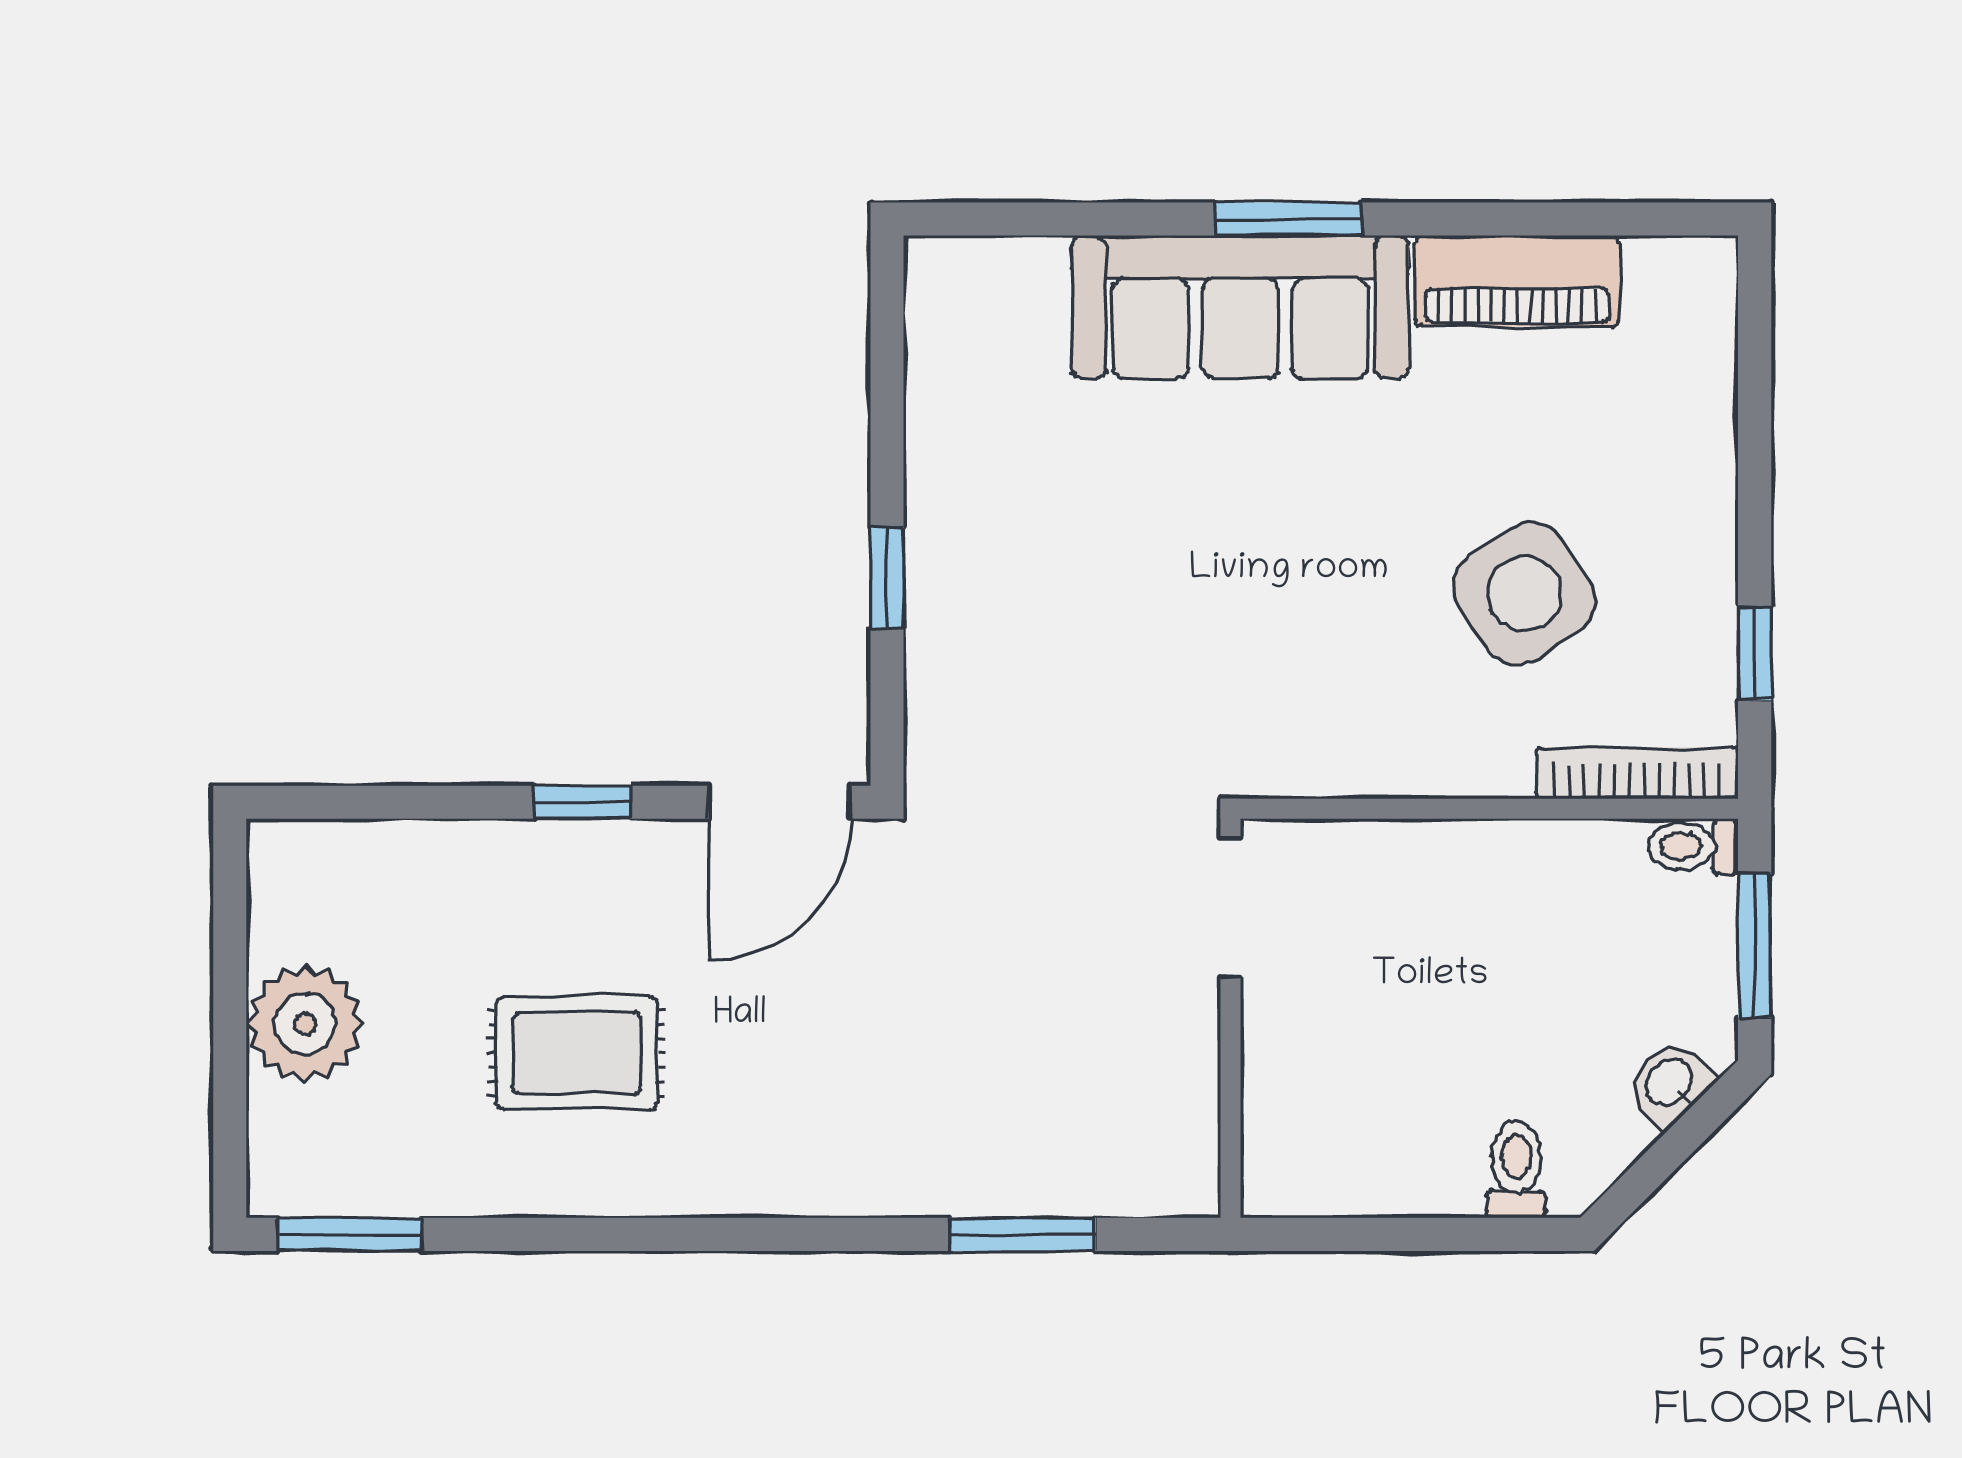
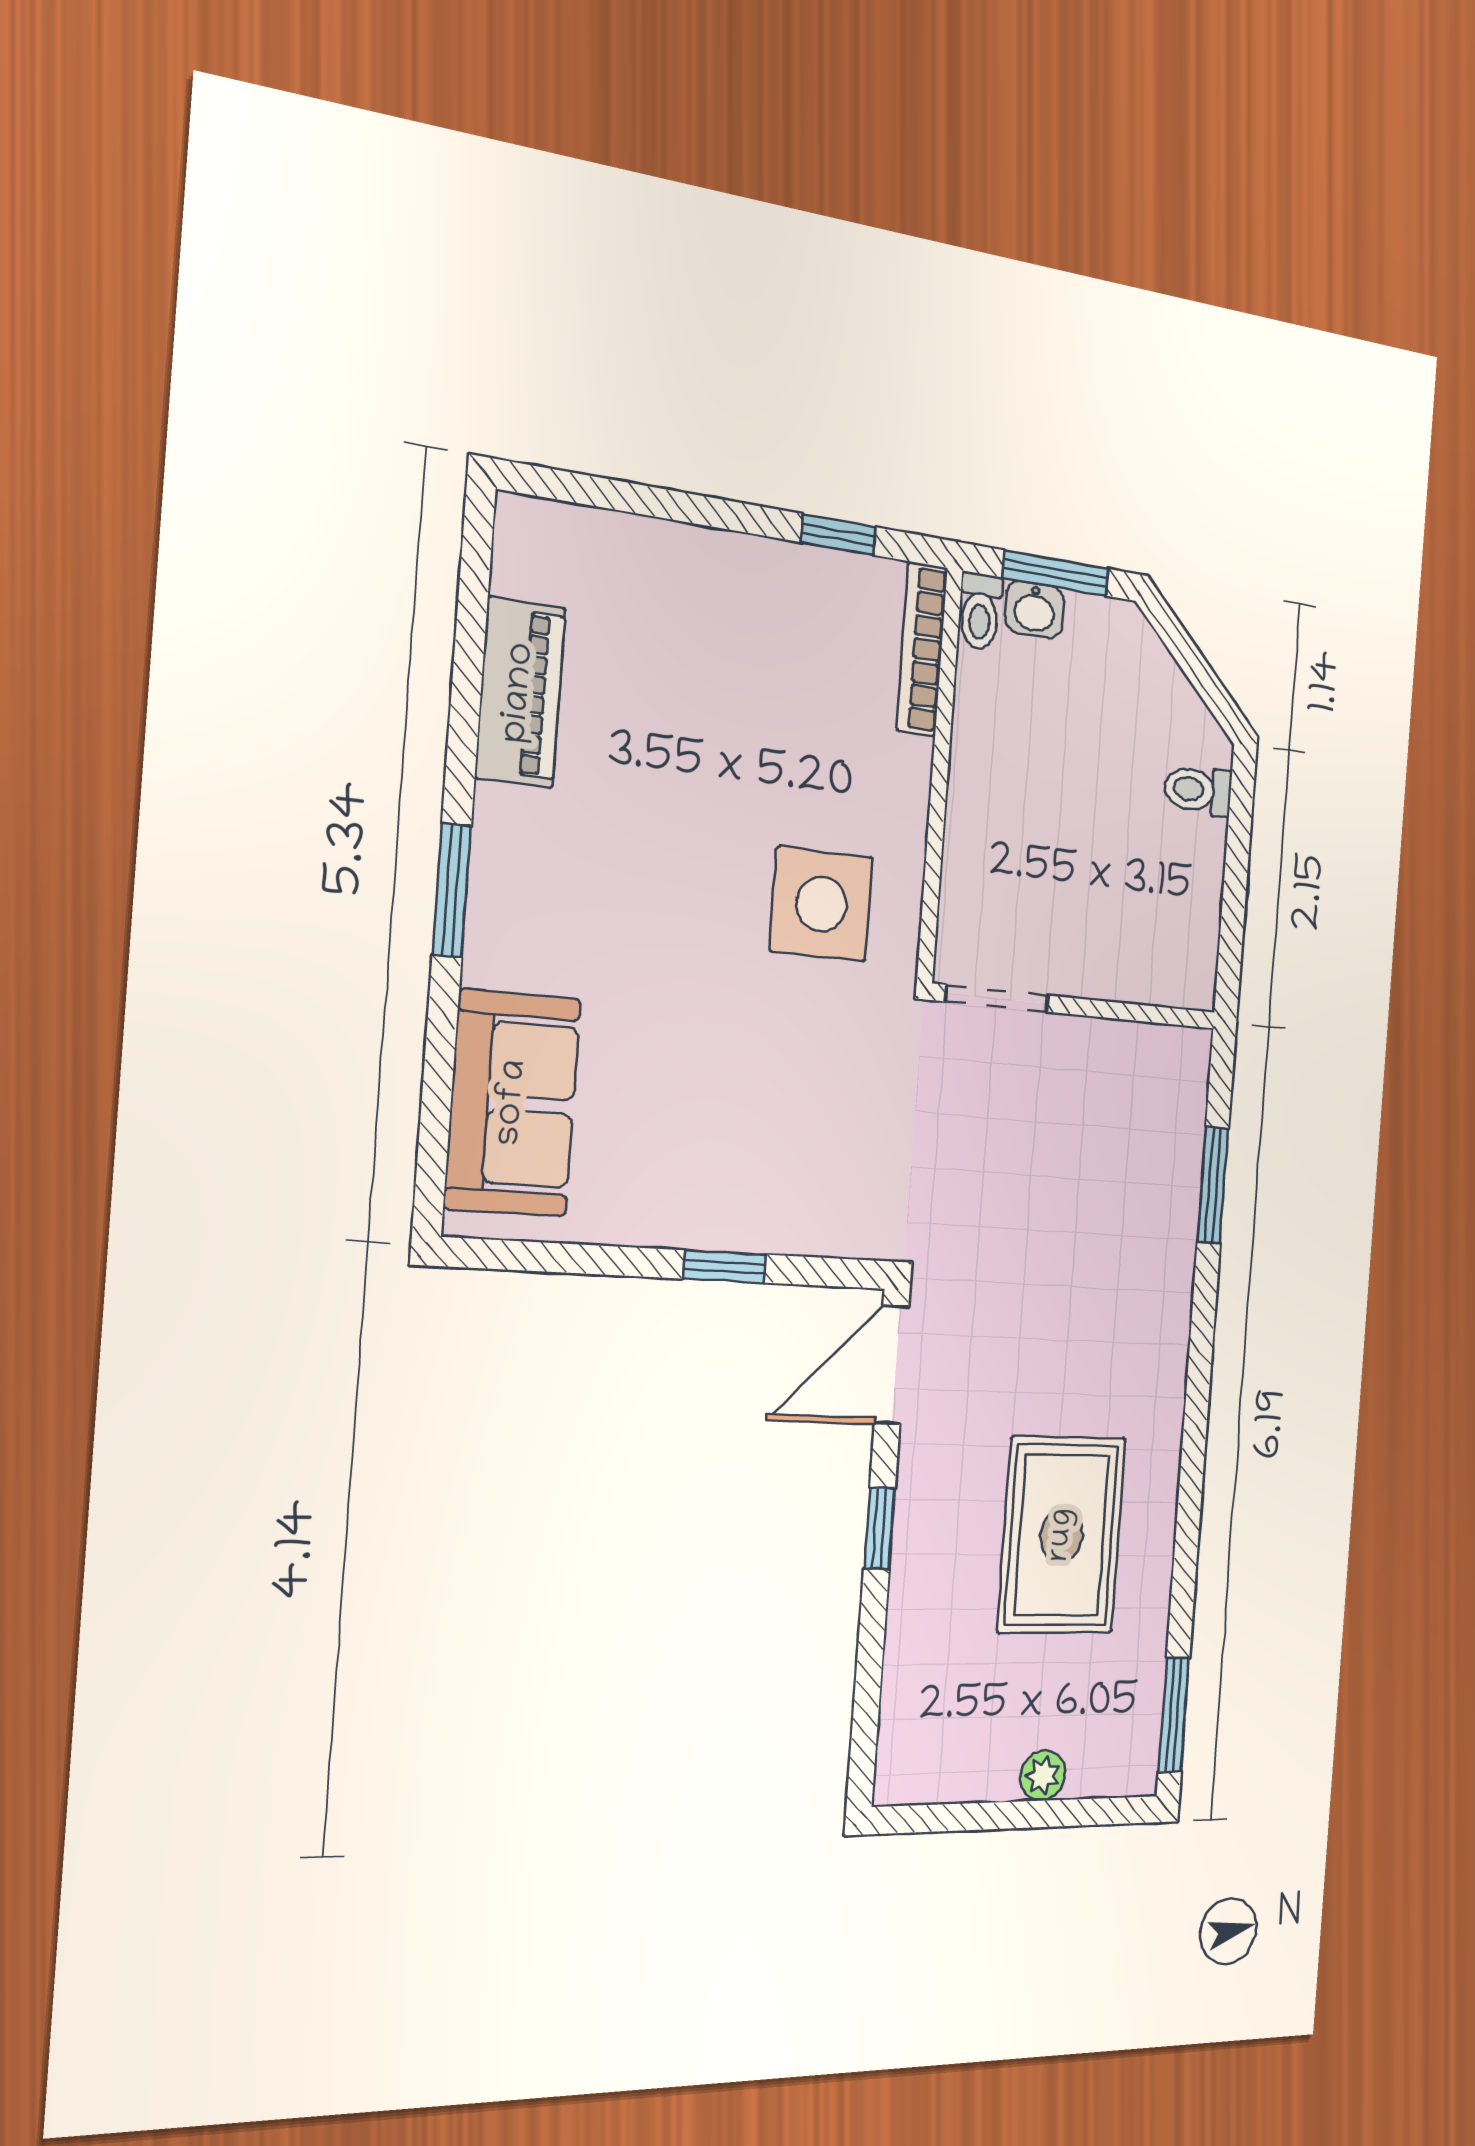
sofa: (1240, 307) -> (513, 1103), moved, width x0.73
side table: (1524, 593) -> (821, 904), moved, turned 33
door: (780, 802) -> (891, 1365), swing flipped
plant: (305, 1024) -> (1043, 1776), width x0.53, depth x0.53
rug: (577, 1053) -> (1062, 1535), width x1.36, depth x1.43
washbasin: (1670, 1083) -> (1035, 610), moved, turned -45

